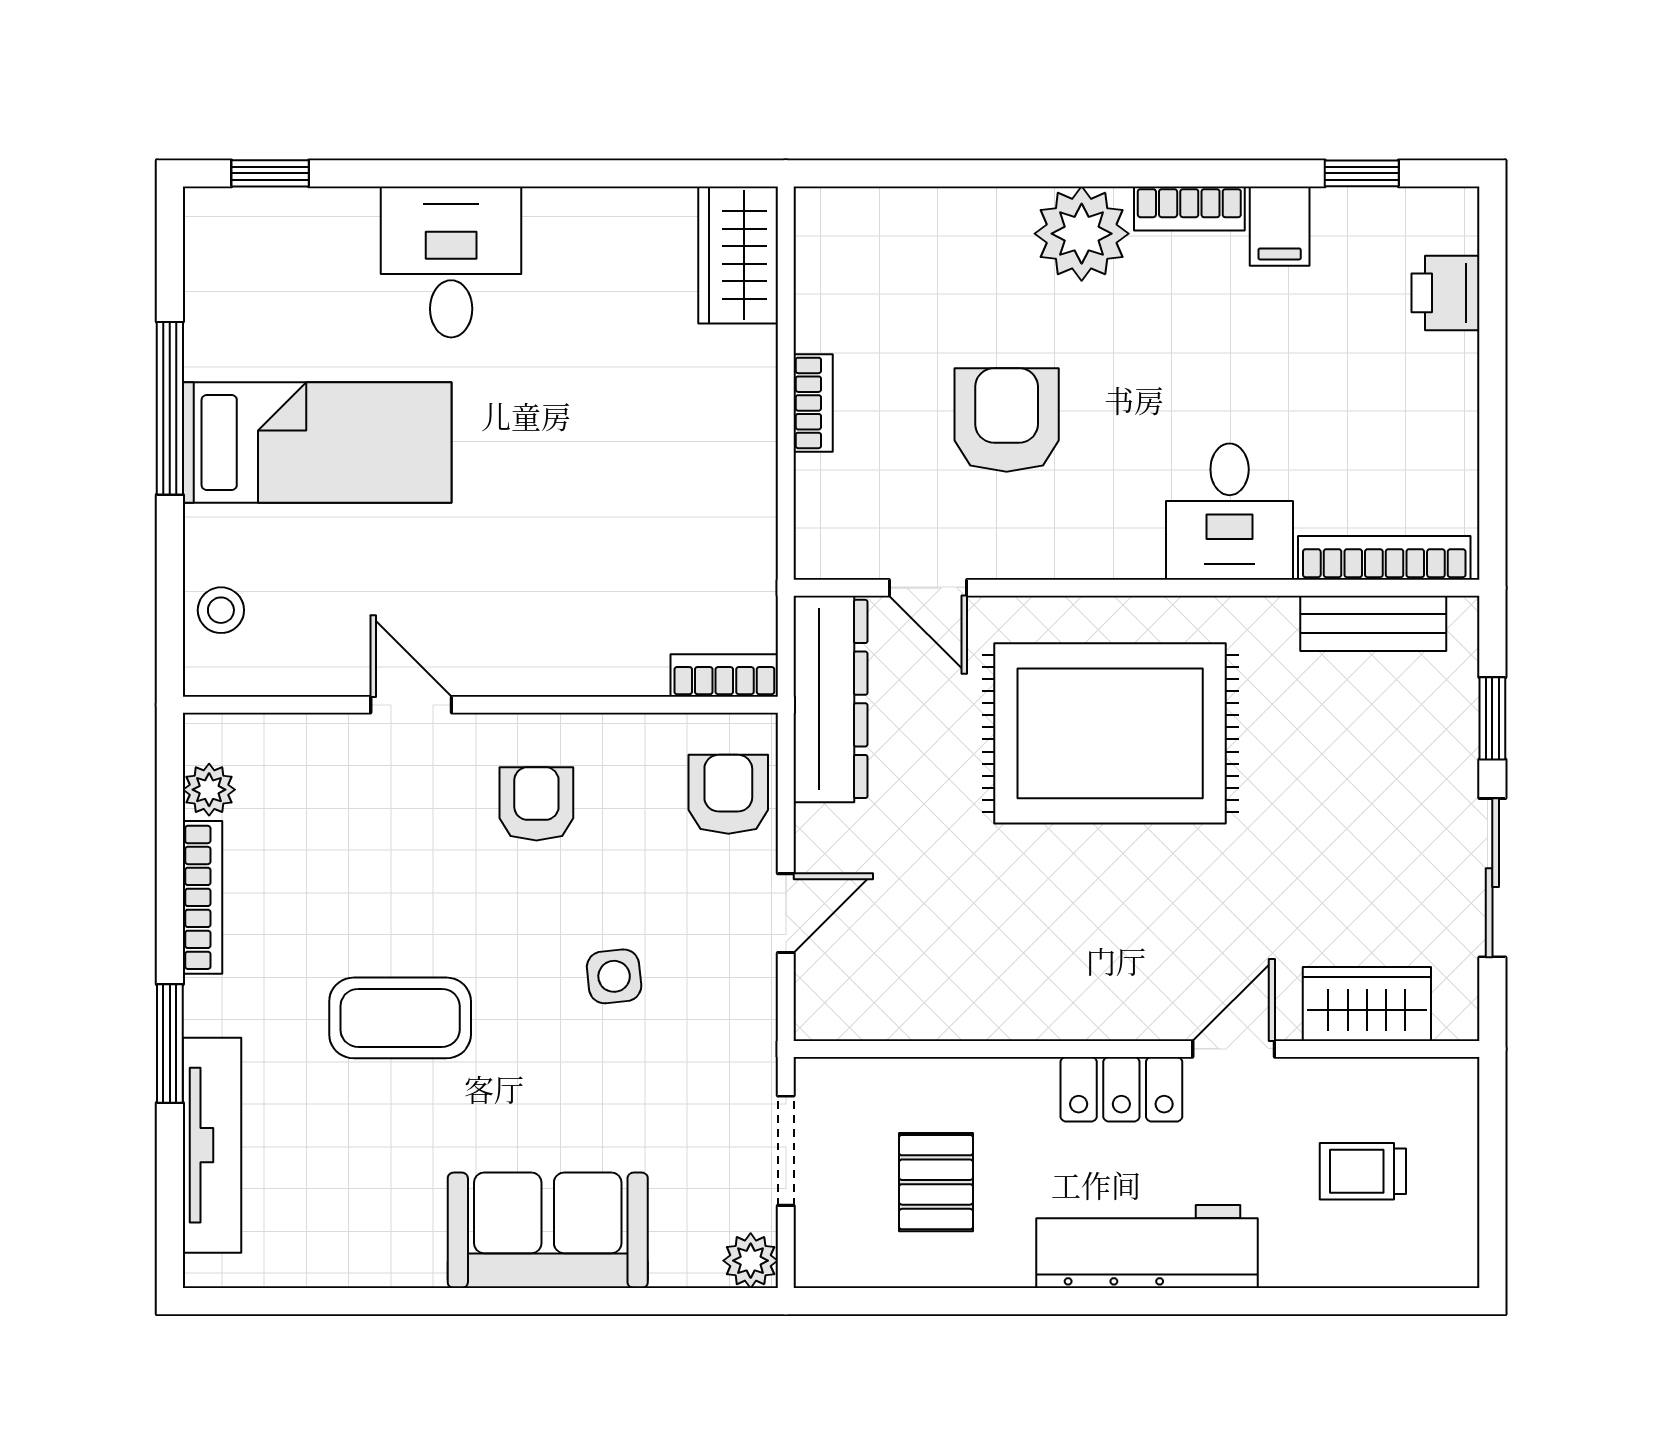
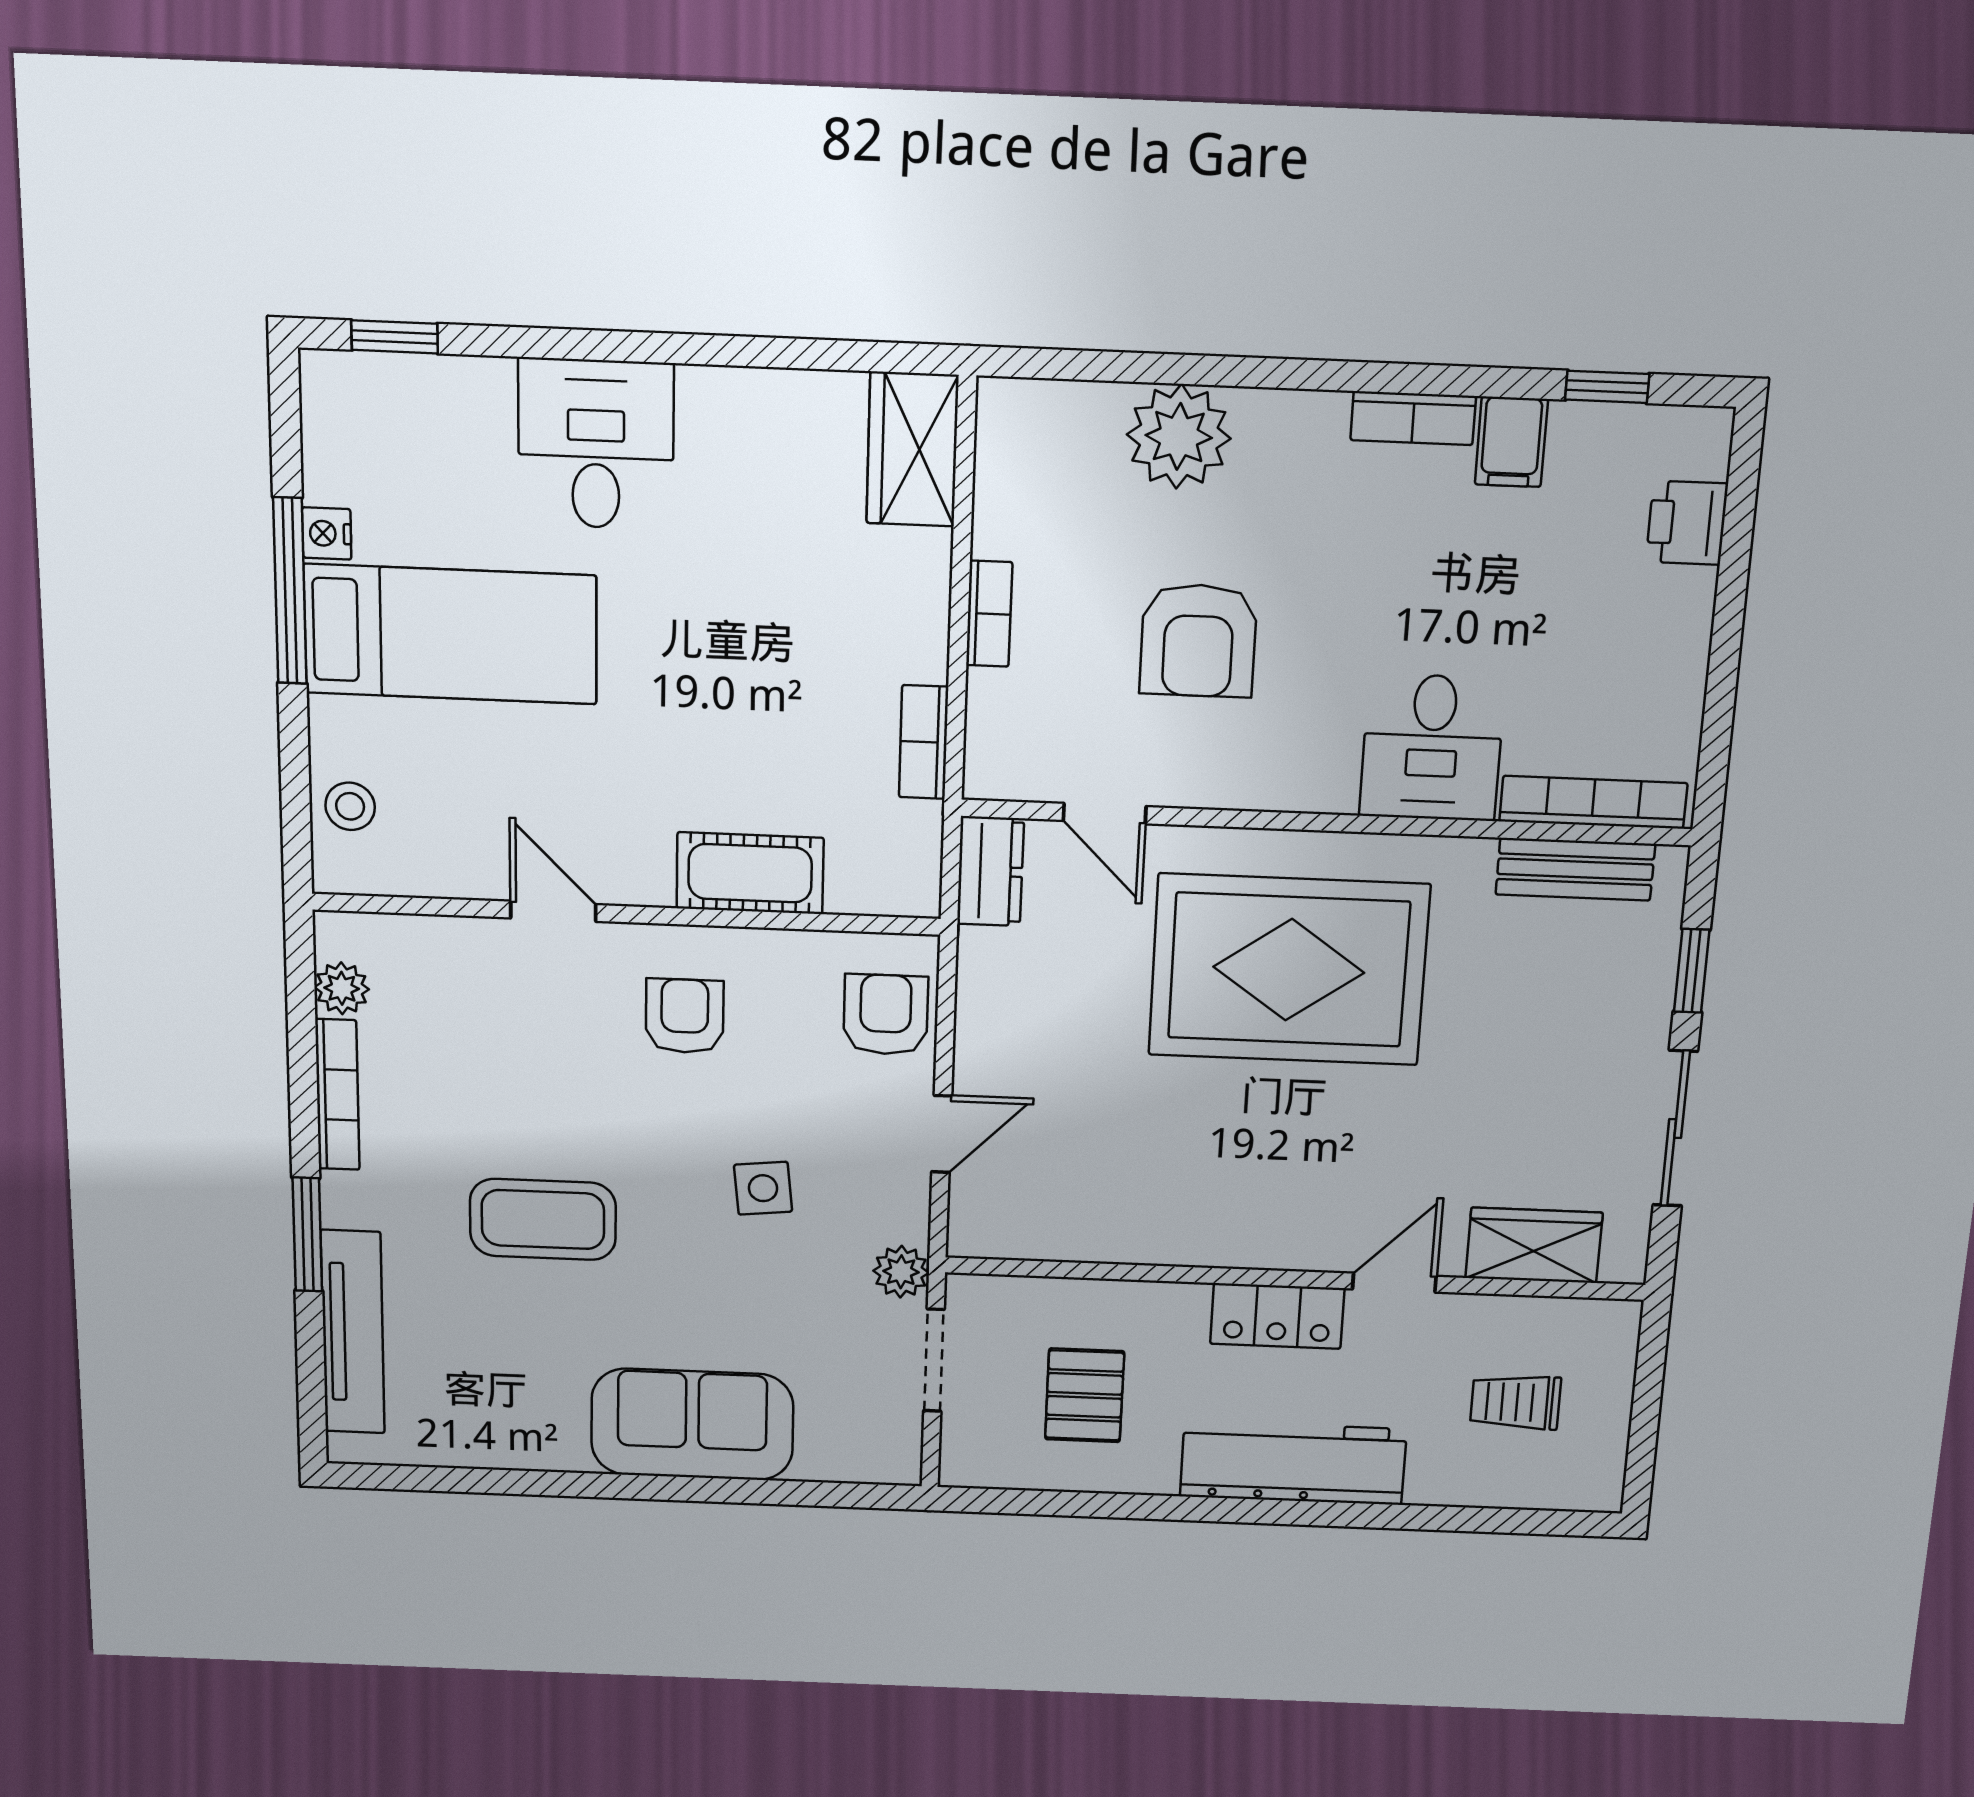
plant: (1082, 234) -> (1179, 436), moved
nightstand: (205, 354) -> (327, 533), added
armchair: (1007, 420) -> (1198, 641), turned 180
cot: (597, 660) -> (750, 873), added
bookcase: (724, 675) -> (924, 742), moved, turned -90
dresser: (830, 699) -> (990, 871), width x0.51, depth x0.80
plant: (751, 1261) -> (901, 1272), moved

